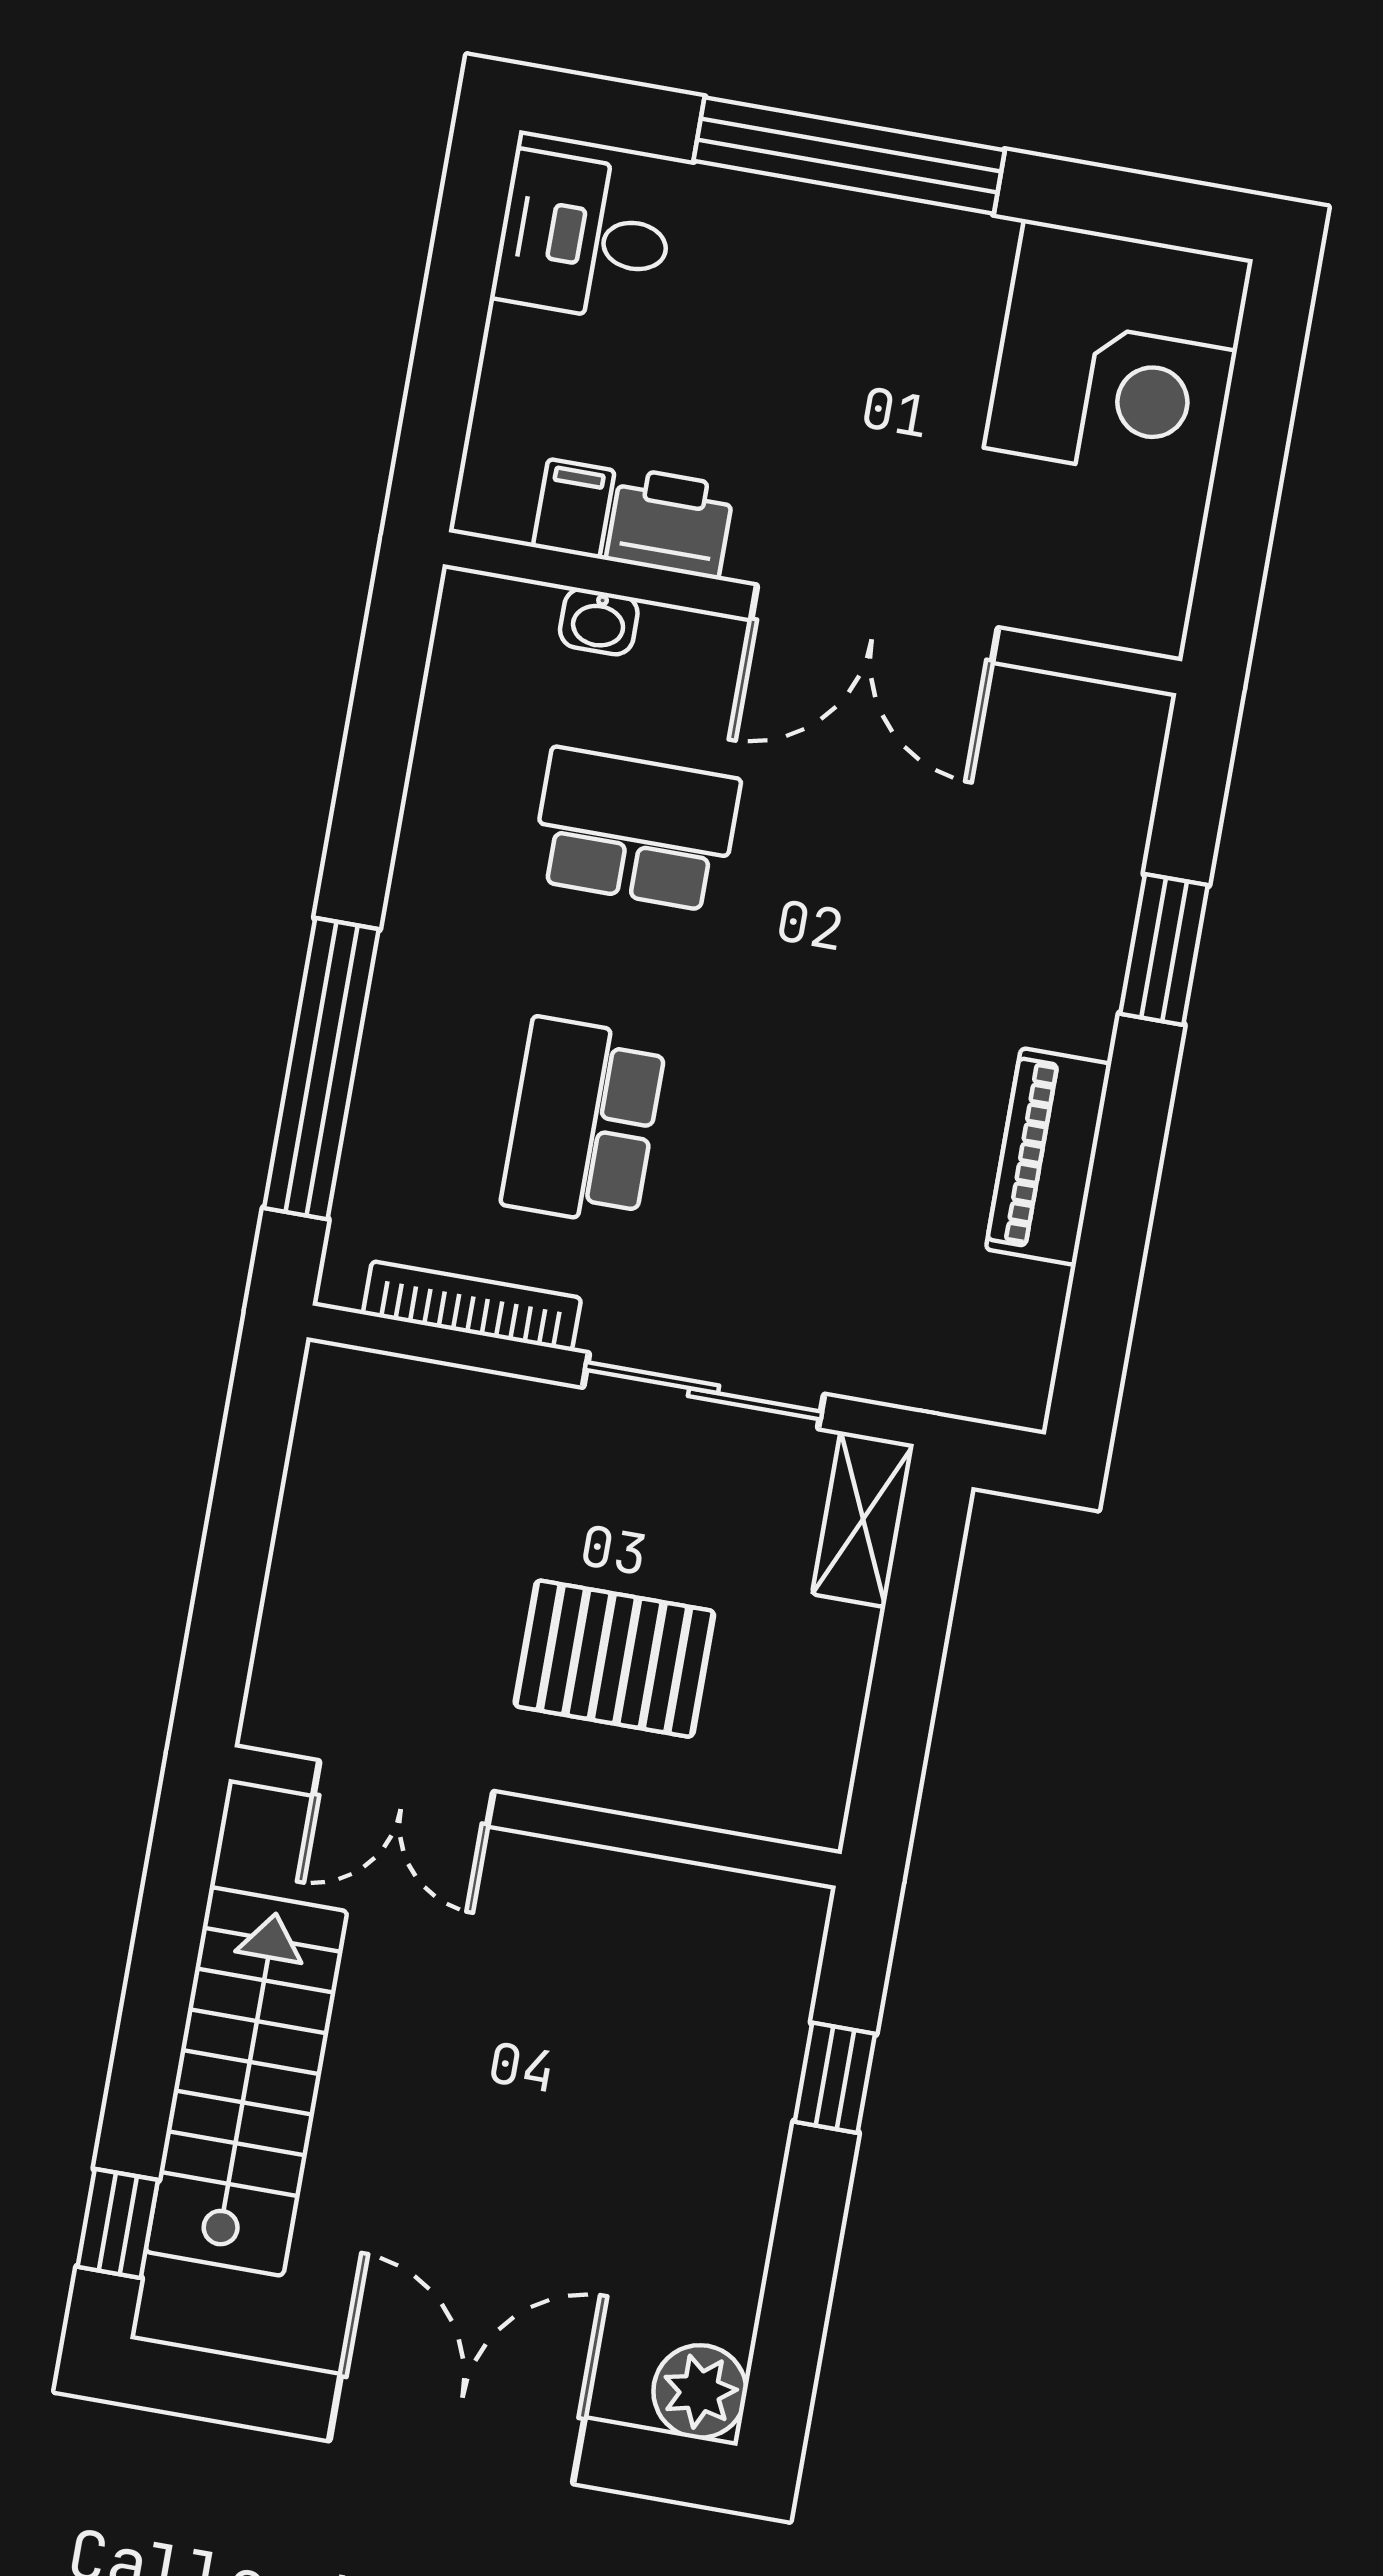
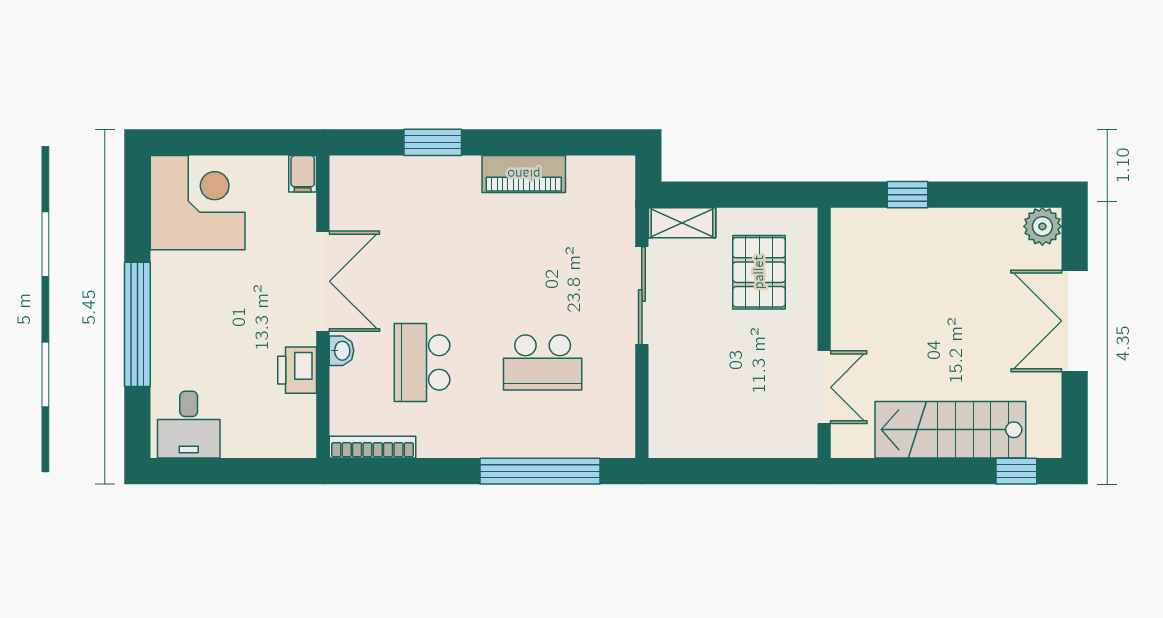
filing cabinet: (574, 509) -> (303, 174), moved, turned -90
washbasin: (599, 622) -> (341, 351), moved
bookcase: (472, 1306) -> (373, 447), moved, turned 90
pallet: (614, 1659) -> (759, 272), moved

